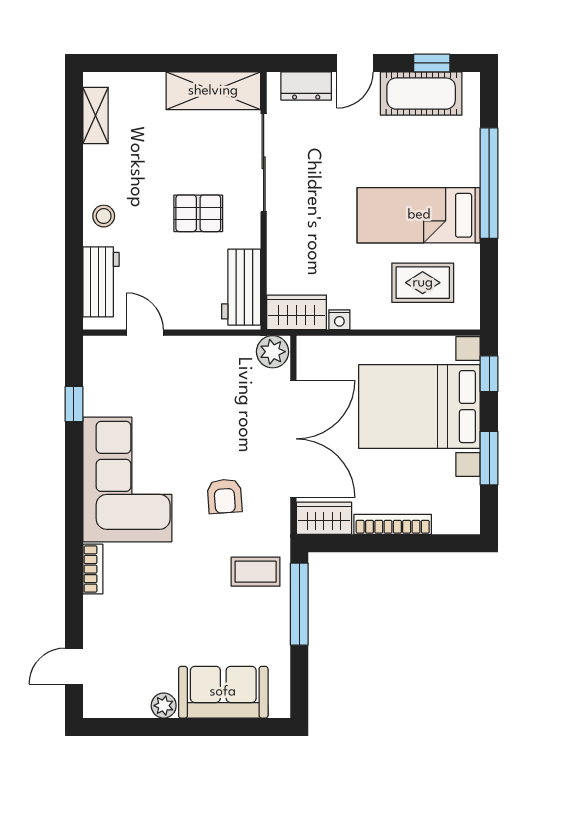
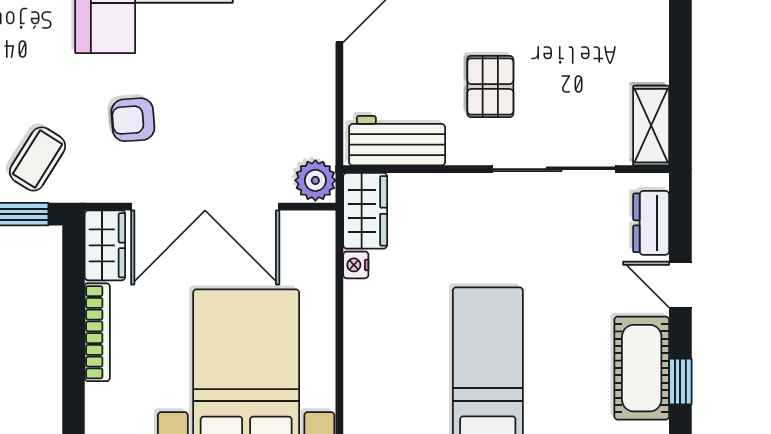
shelving: (213, 91) -> (651, 126), width x0.67, depth x0.75
rug: (423, 283) -> (403, 370), removed
coffee table: (256, 572) -> (38, 159), turned 32

